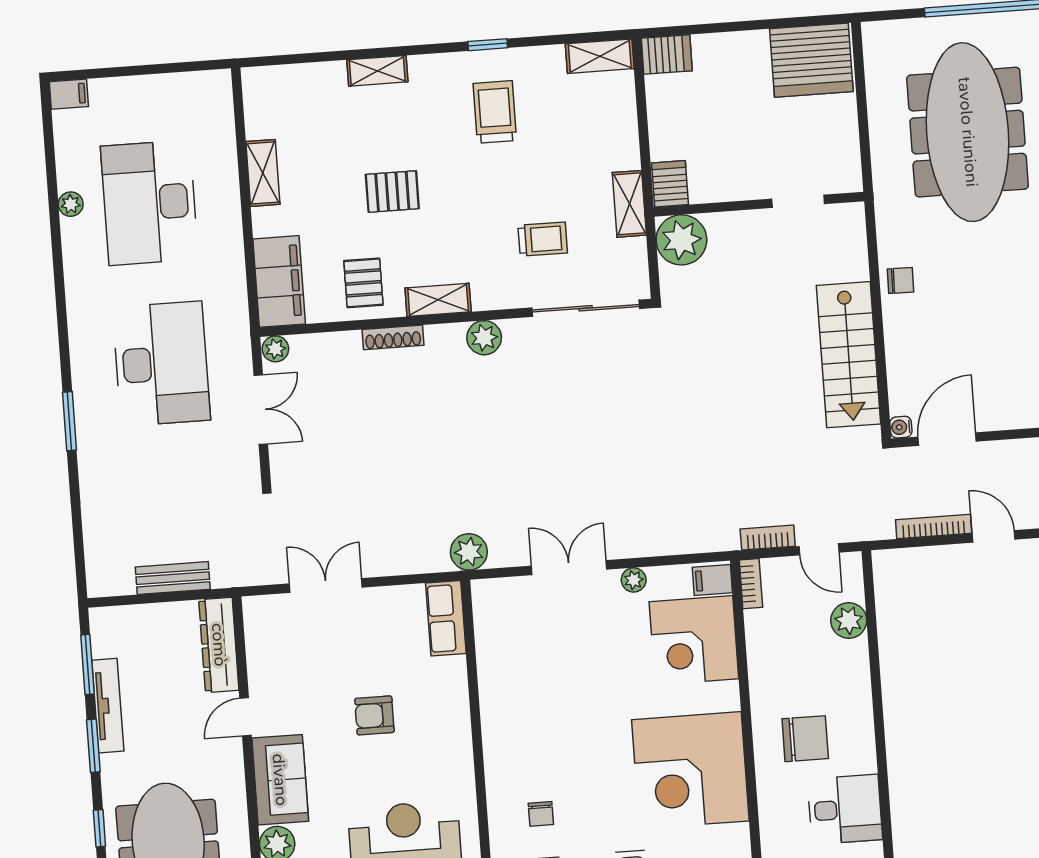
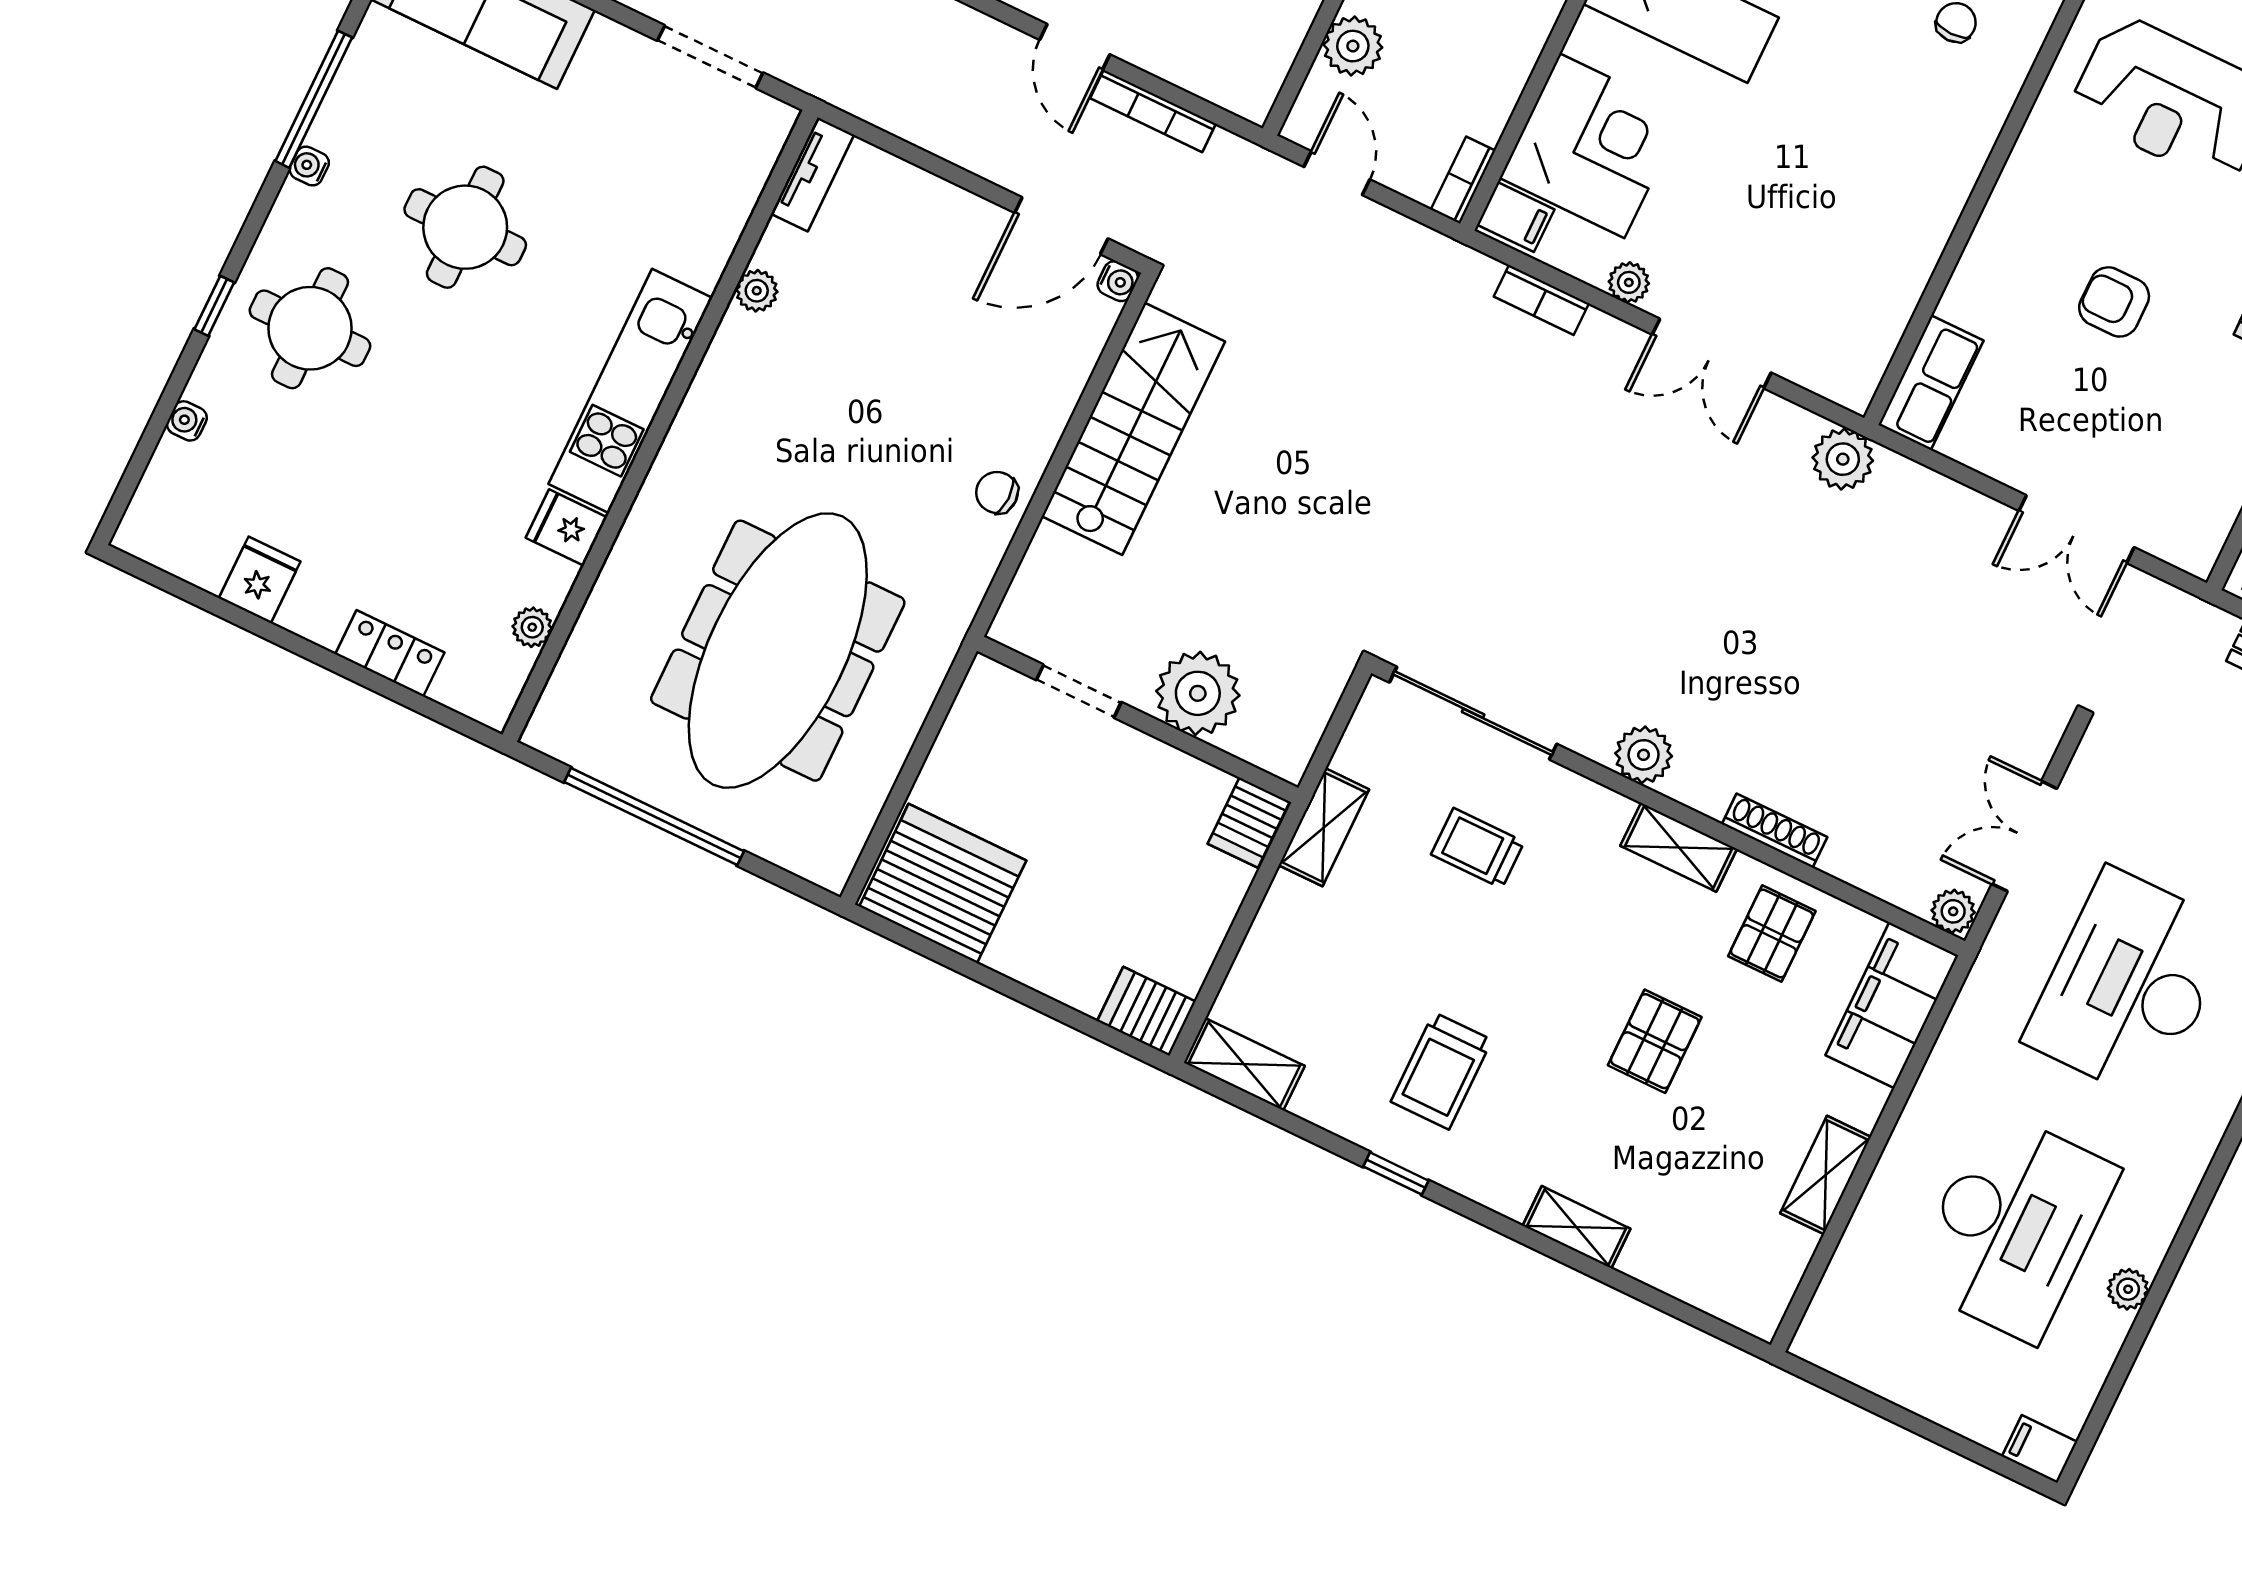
pallet: (392, 192) -> (1655, 1041), turned 90
plant: (681, 240) -> (1198, 693), moved
bookcase: (768, 538) -> (1541, 300), moved
armchair: (374, 715) -> (2114, 302), turned 180

